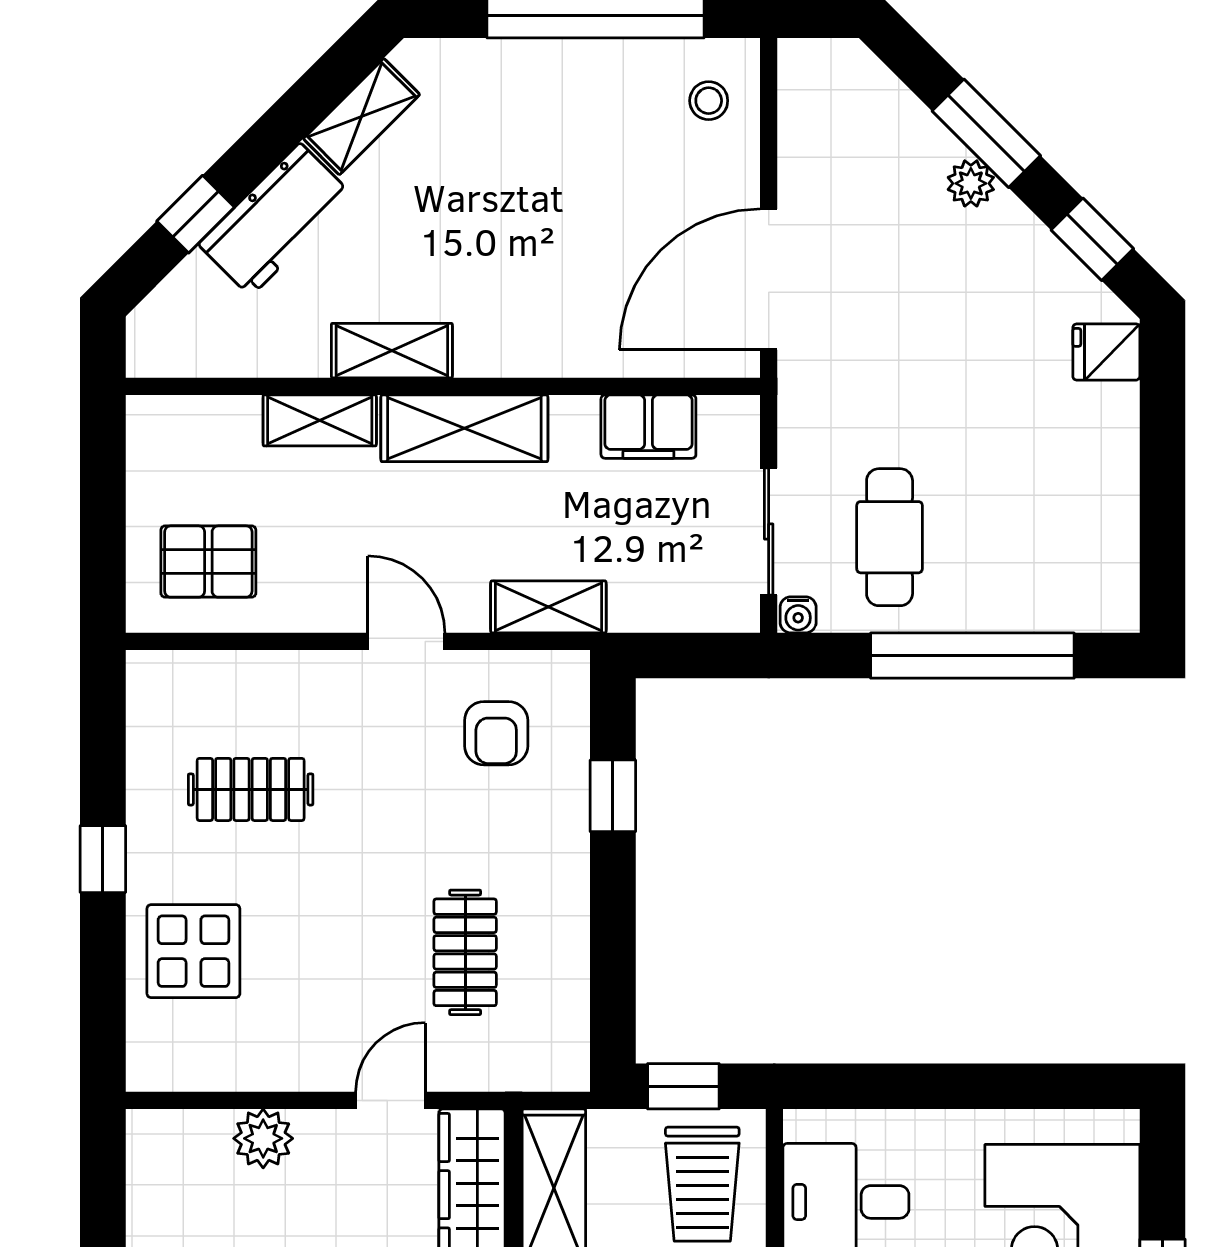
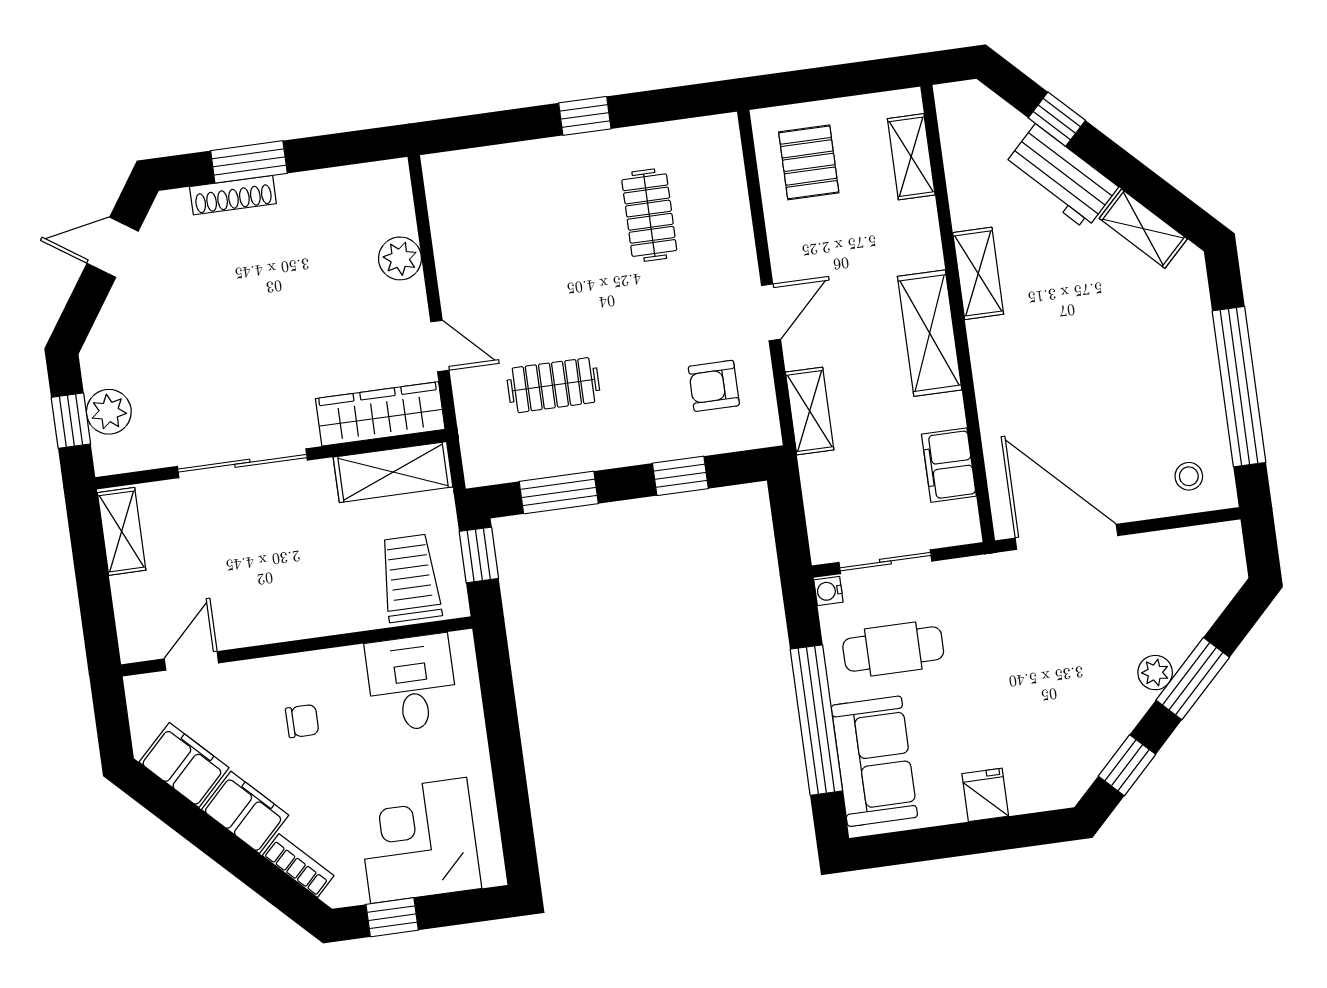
fridge: (1106, 352) -> (985, 795), moved
shelving: (320, 420) -> (911, 157), moved
sofa: (1039, 584) -> (874, 761), added
display table: (193, 951) -> (528, 190), removed
window: (613, 965) -> (559, 492), added
trolley: (702, 1184) -> (410, 578), turned 90

